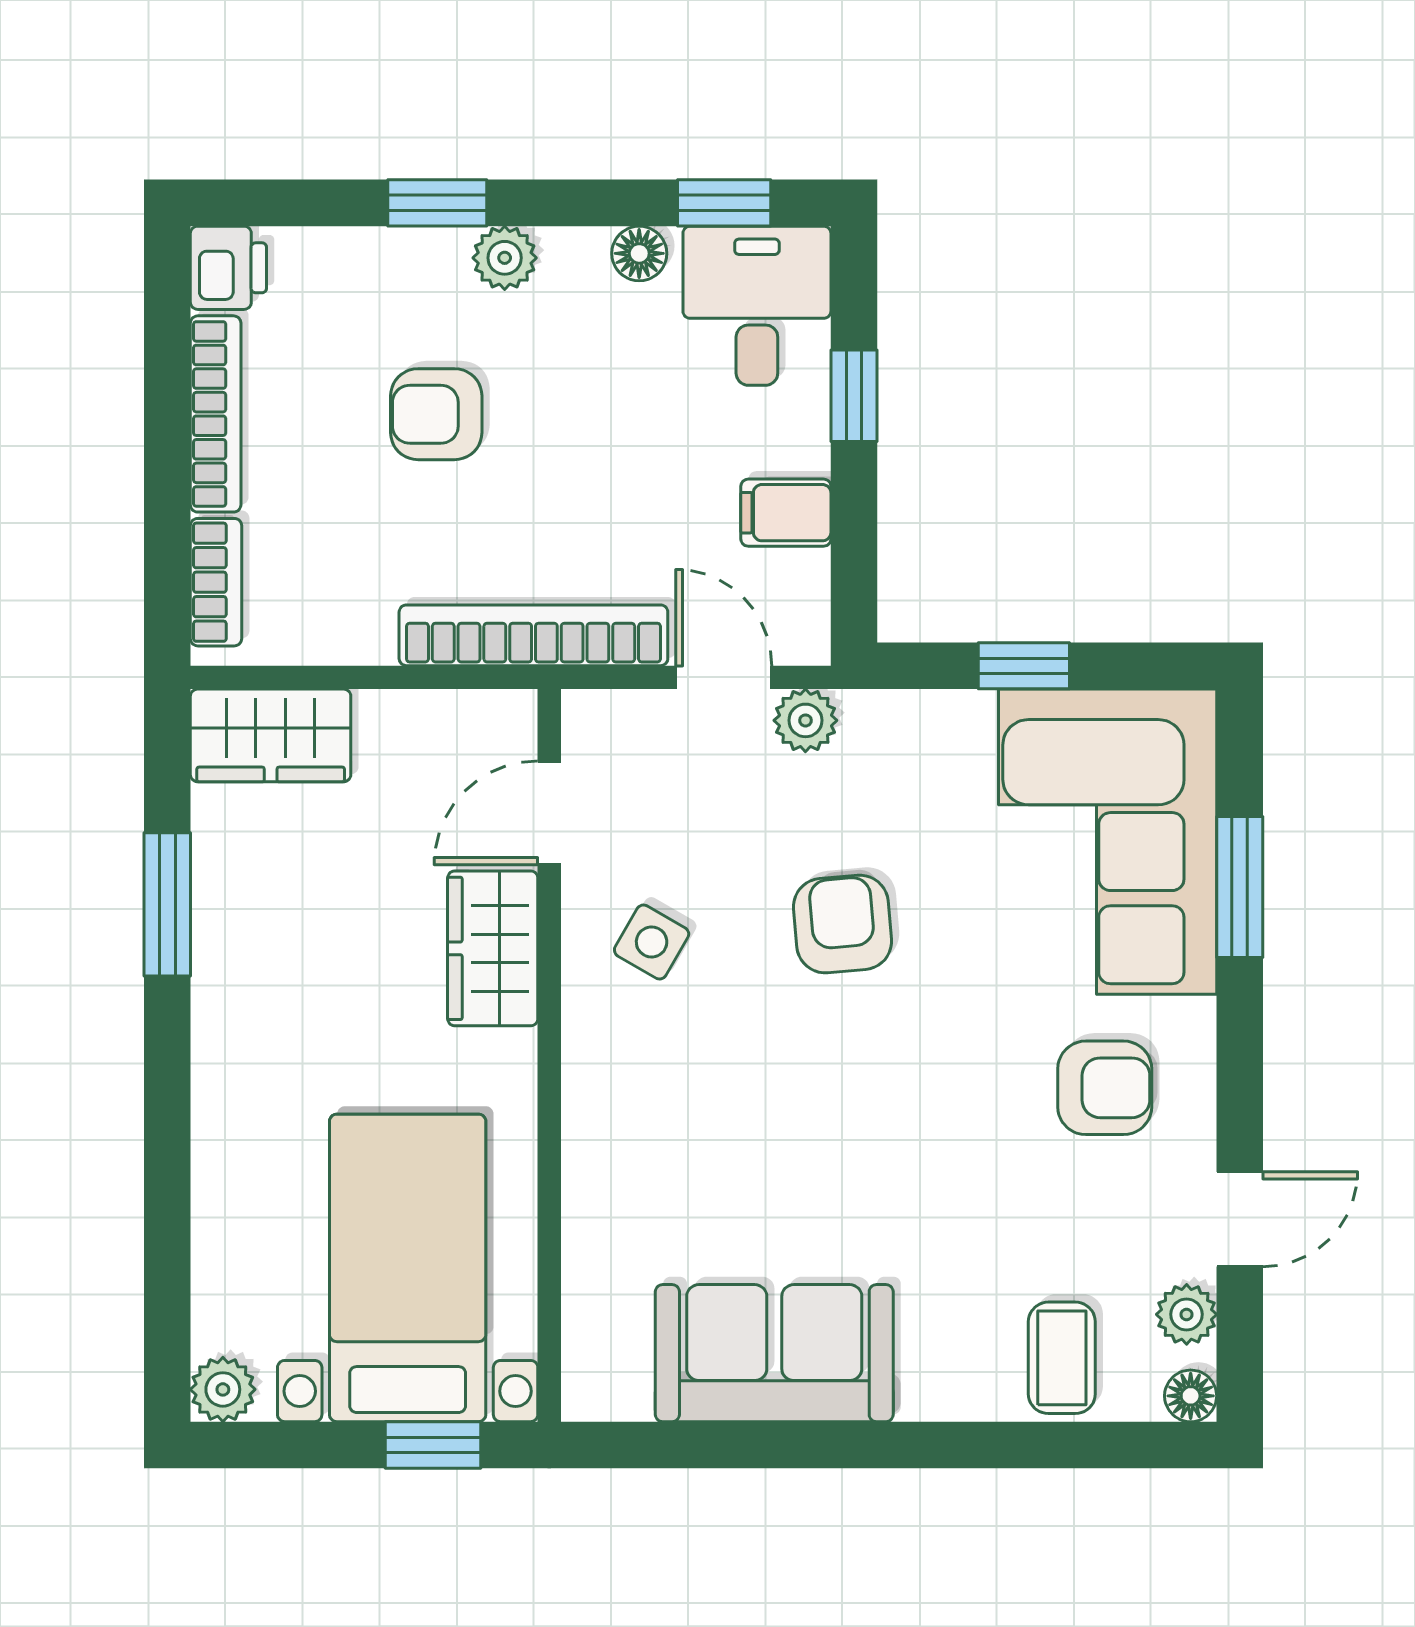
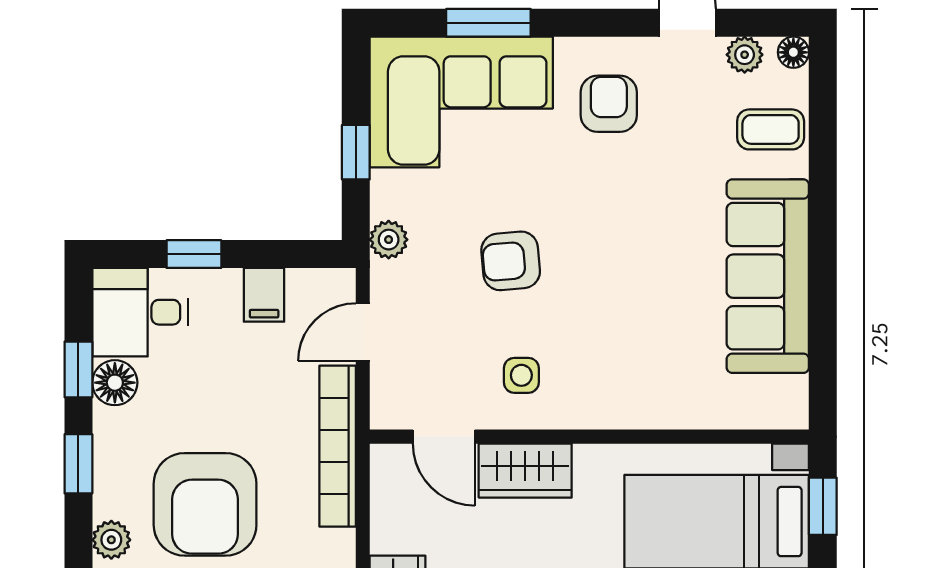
window: (437, 203) -> (78, 464), moved
window: (724, 203) -> (78, 369), moved
floor lamp: (639, 253) -> (115, 383), width x1.37, depth x1.37
plant: (505, 258) -> (111, 540), moved
armchair: (436, 414) -> (205, 504), width x1.88, depth x1.88
plant: (805, 720) -> (389, 240), moved
side table: (652, 942) -> (521, 375), turned -30
sofa: (774, 1353) -> (768, 276), width x1.36

